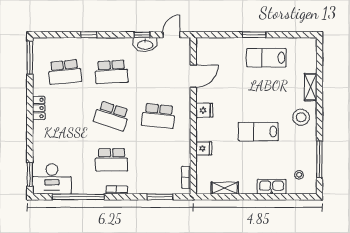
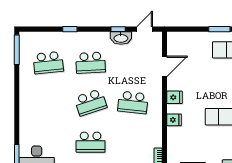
locker: (39, 108) -> (25, 95), removed
school desk: (112, 116) -> (91, 102), turned -36
fridge: (204, 148) -> (174, 120), moved

